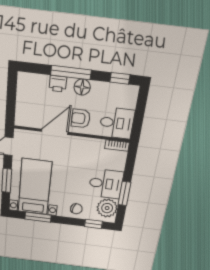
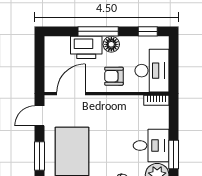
printer: (58, 84) -> (86, 47), width x1.87, depth x1.48
desk: (117, 123) -> (152, 71), width x1.37
door: (55, 132) -> (71, 94), moved

